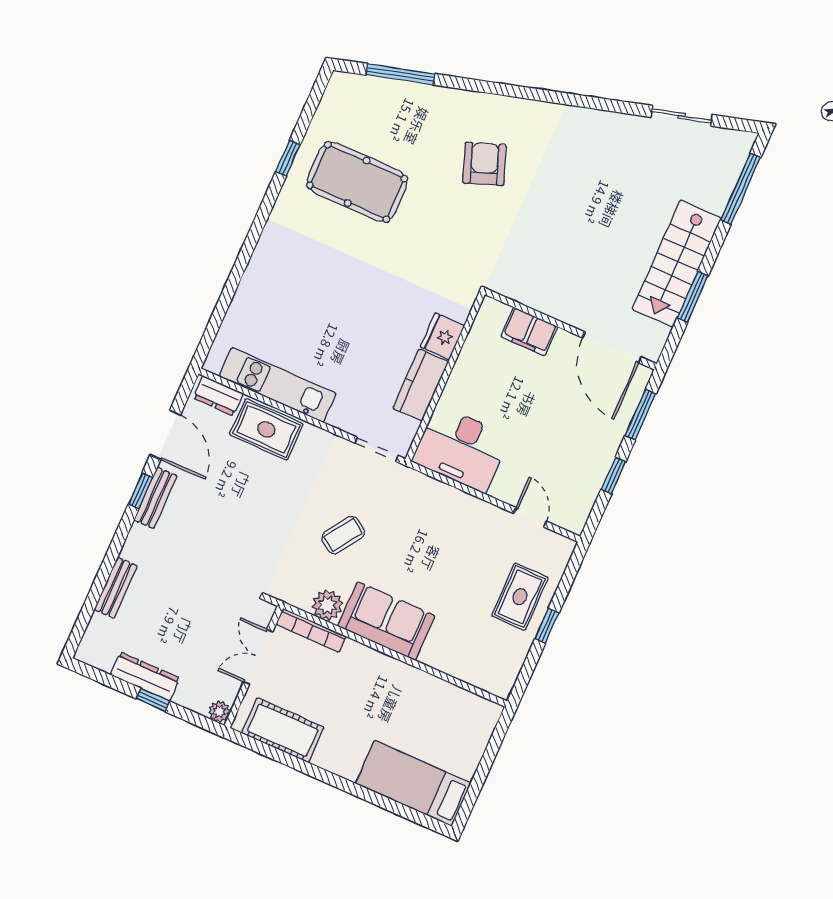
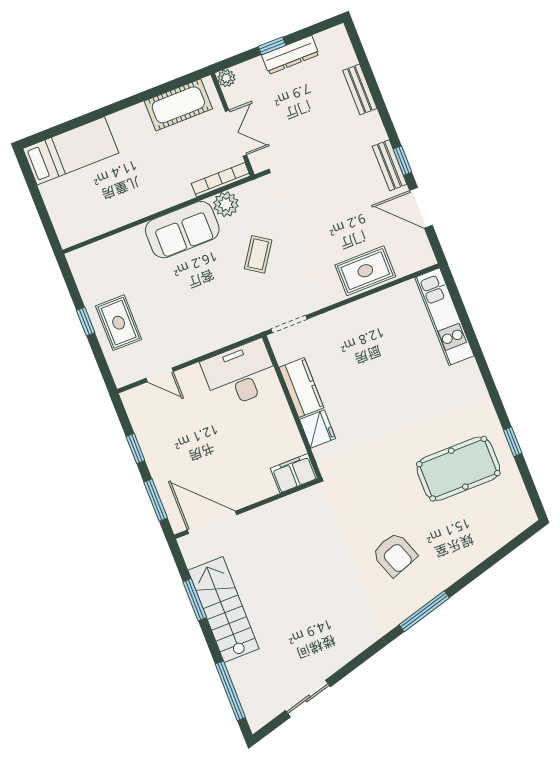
window: (400, 74) -> (424, 611), moved
filing cabinet: (529, 332) -> (294, 473), moved
kitchen unit: (278, 385) -> (444, 317), moved, turned 90
dresser: (218, 396) -> (413, 262), removed

